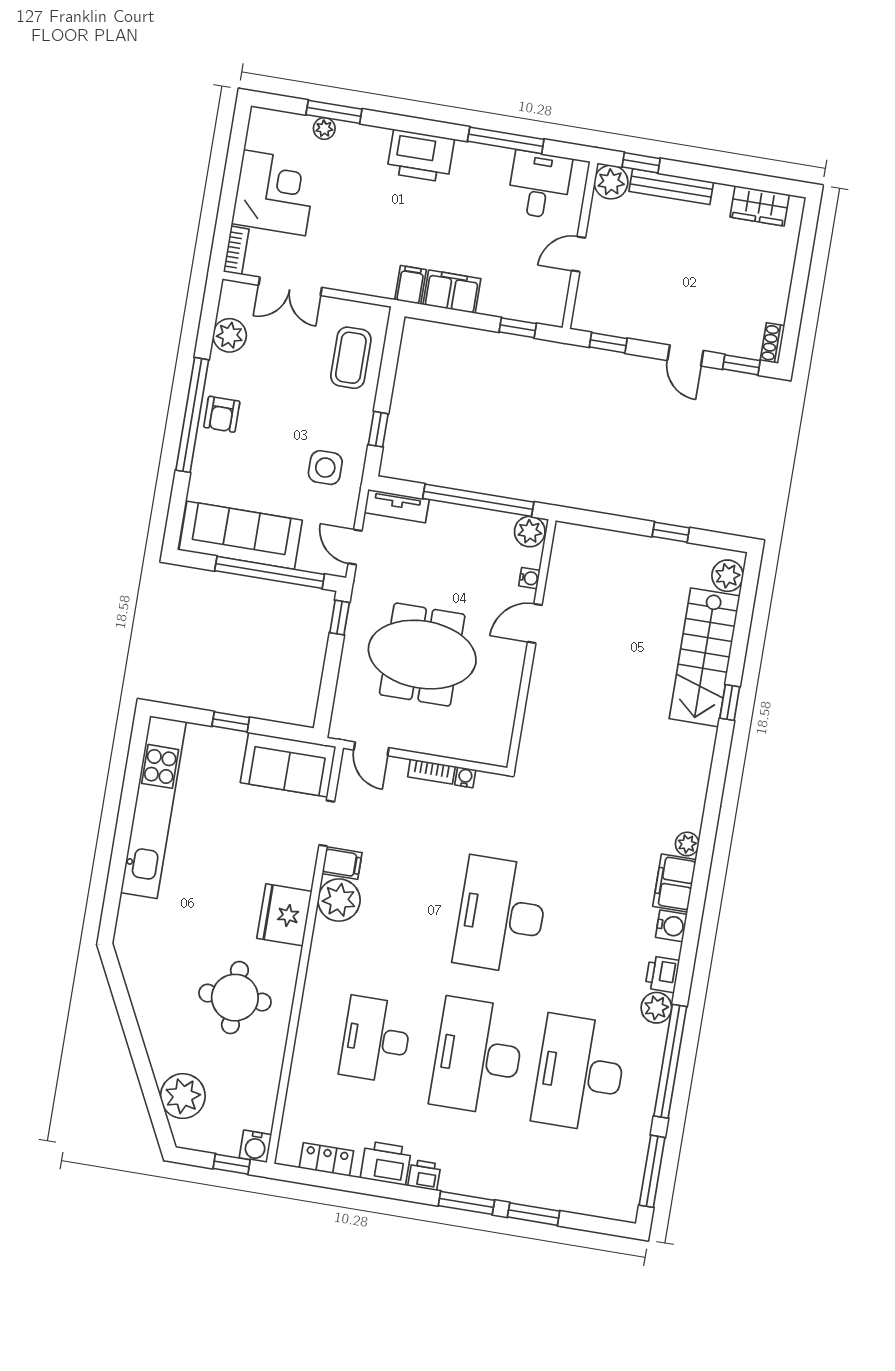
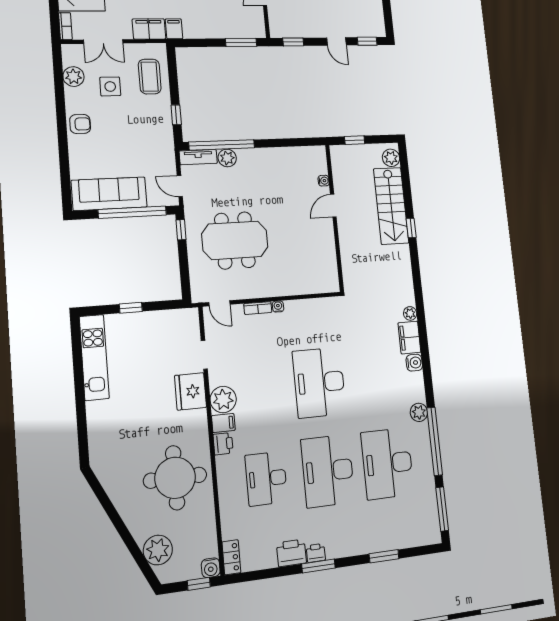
filing cabinet: (452, 292) -> (149, 29), moved
window: (518, 328) -> (241, 42), width x1.50
shoe rack: (772, 343) -> (380, 27), removed
armchair: (222, 414) -> (80, 124), turned -90
window: (192, 415) -> (62, 128), removed
side table: (325, 468) -> (110, 86), moved
window: (478, 500) -> (222, 145), moved
plant: (530, 532) -> (227, 158), moved
water cooler: (529, 578) -> (324, 181), moved
door: (535, 623) -> (333, 206), moved
wall: (531, 644) -> (335, 218), moved
sofa: (288, 765) -> (172, 325), removed
kitchen unit: (153, 807) -> (94, 357), width x0.73
filing cabinet: (342, 863) -> (223, 423), moved
fridge: (284, 915) -> (191, 391), moved
printer: (662, 974) -> (223, 444), moved, turned 180
round table: (235, 998) -> (175, 478), width x1.36, depth x1.36
locker: (326, 1159) -> (231, 557), moved, turned 90
window: (466, 1203) -> (318, 566), moved

